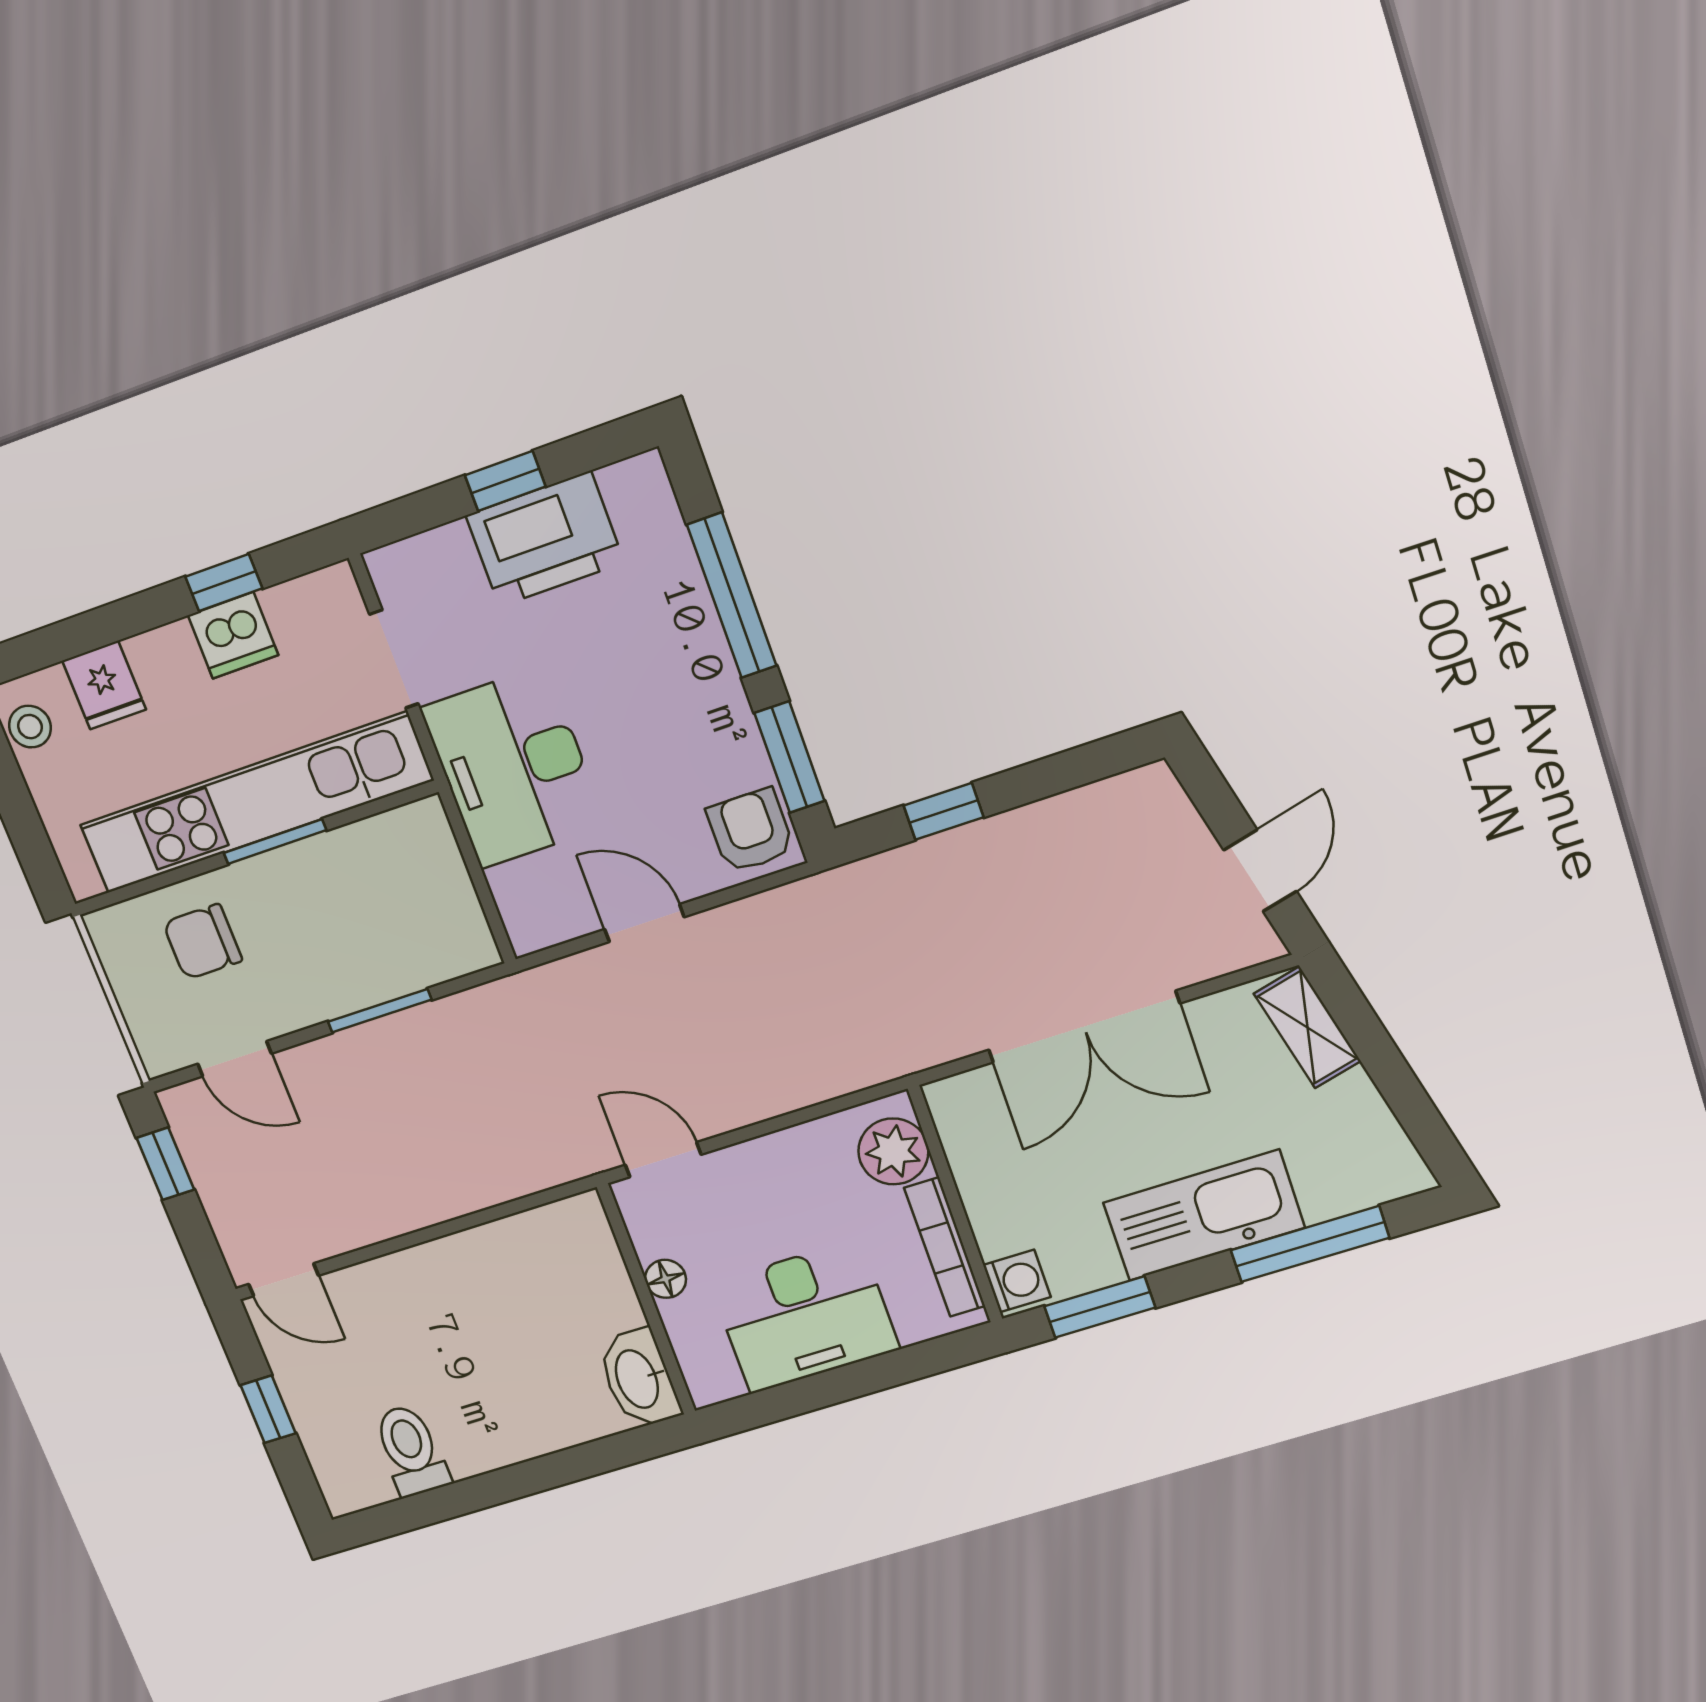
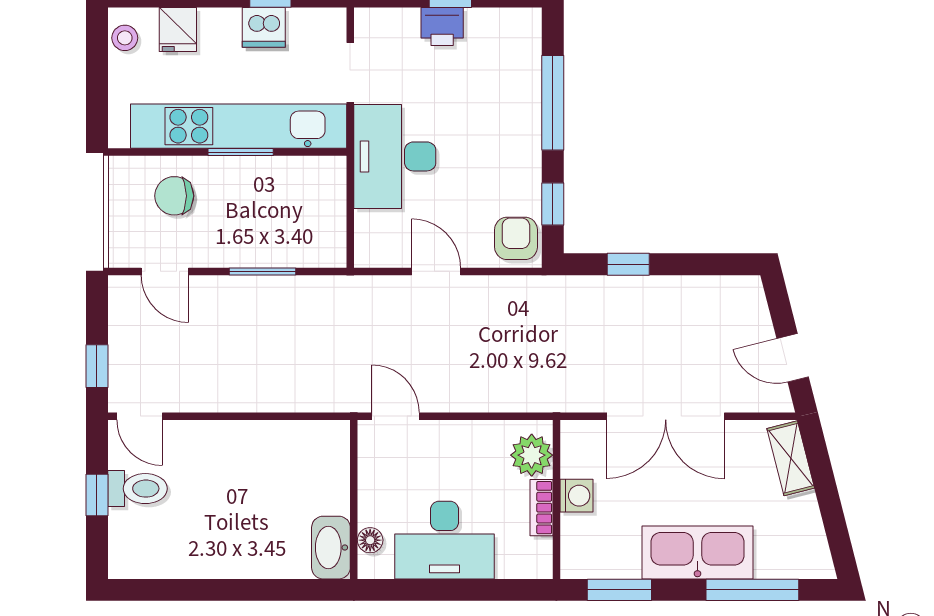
printer: (545, 539) -> (442, 27), width x0.53, depth x0.68
window: (789, 757) -> (553, 204), width x0.67
door: (1260, 871) -> (793, 358), swing flipped
window: (165, 1164) -> (97, 366), moved
bookcase: (945, 1247) -> (541, 508), width x0.64
floor lamp: (666, 1279) -> (370, 540), moved
washing machine: (1017, 1281) -> (577, 496), moved
toilet: (411, 1450) -> (138, 489), moved, turned 90

